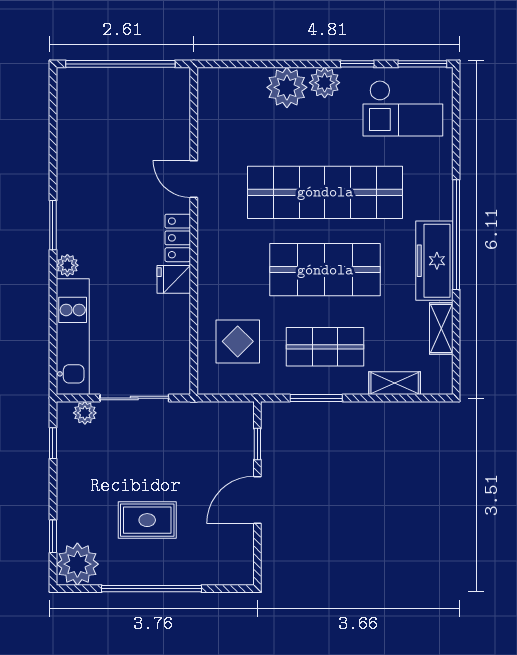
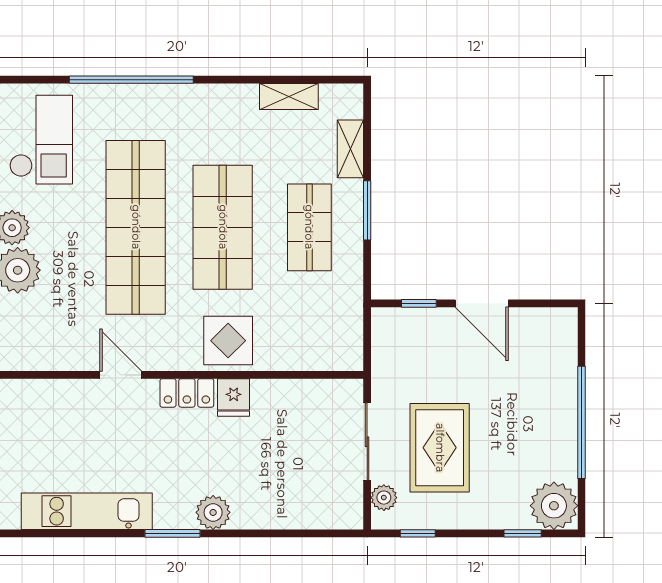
door: (194, 179) -> (121, 375), swing flipped
window: (456, 235) -> (131, 80), moved
freezer: (434, 261) -> (213, 104), removed
plant: (67, 265) -> (213, 512), width x1.38, depth x1.38
kitchen unit: (73, 337) -> (87, 511), moved
display table: (238, 341) -> (228, 341), moved
window: (316, 398) -> (367, 210), moved
rug: (147, 520) -> (440, 448), moved, width x1.36, depth x1.43

